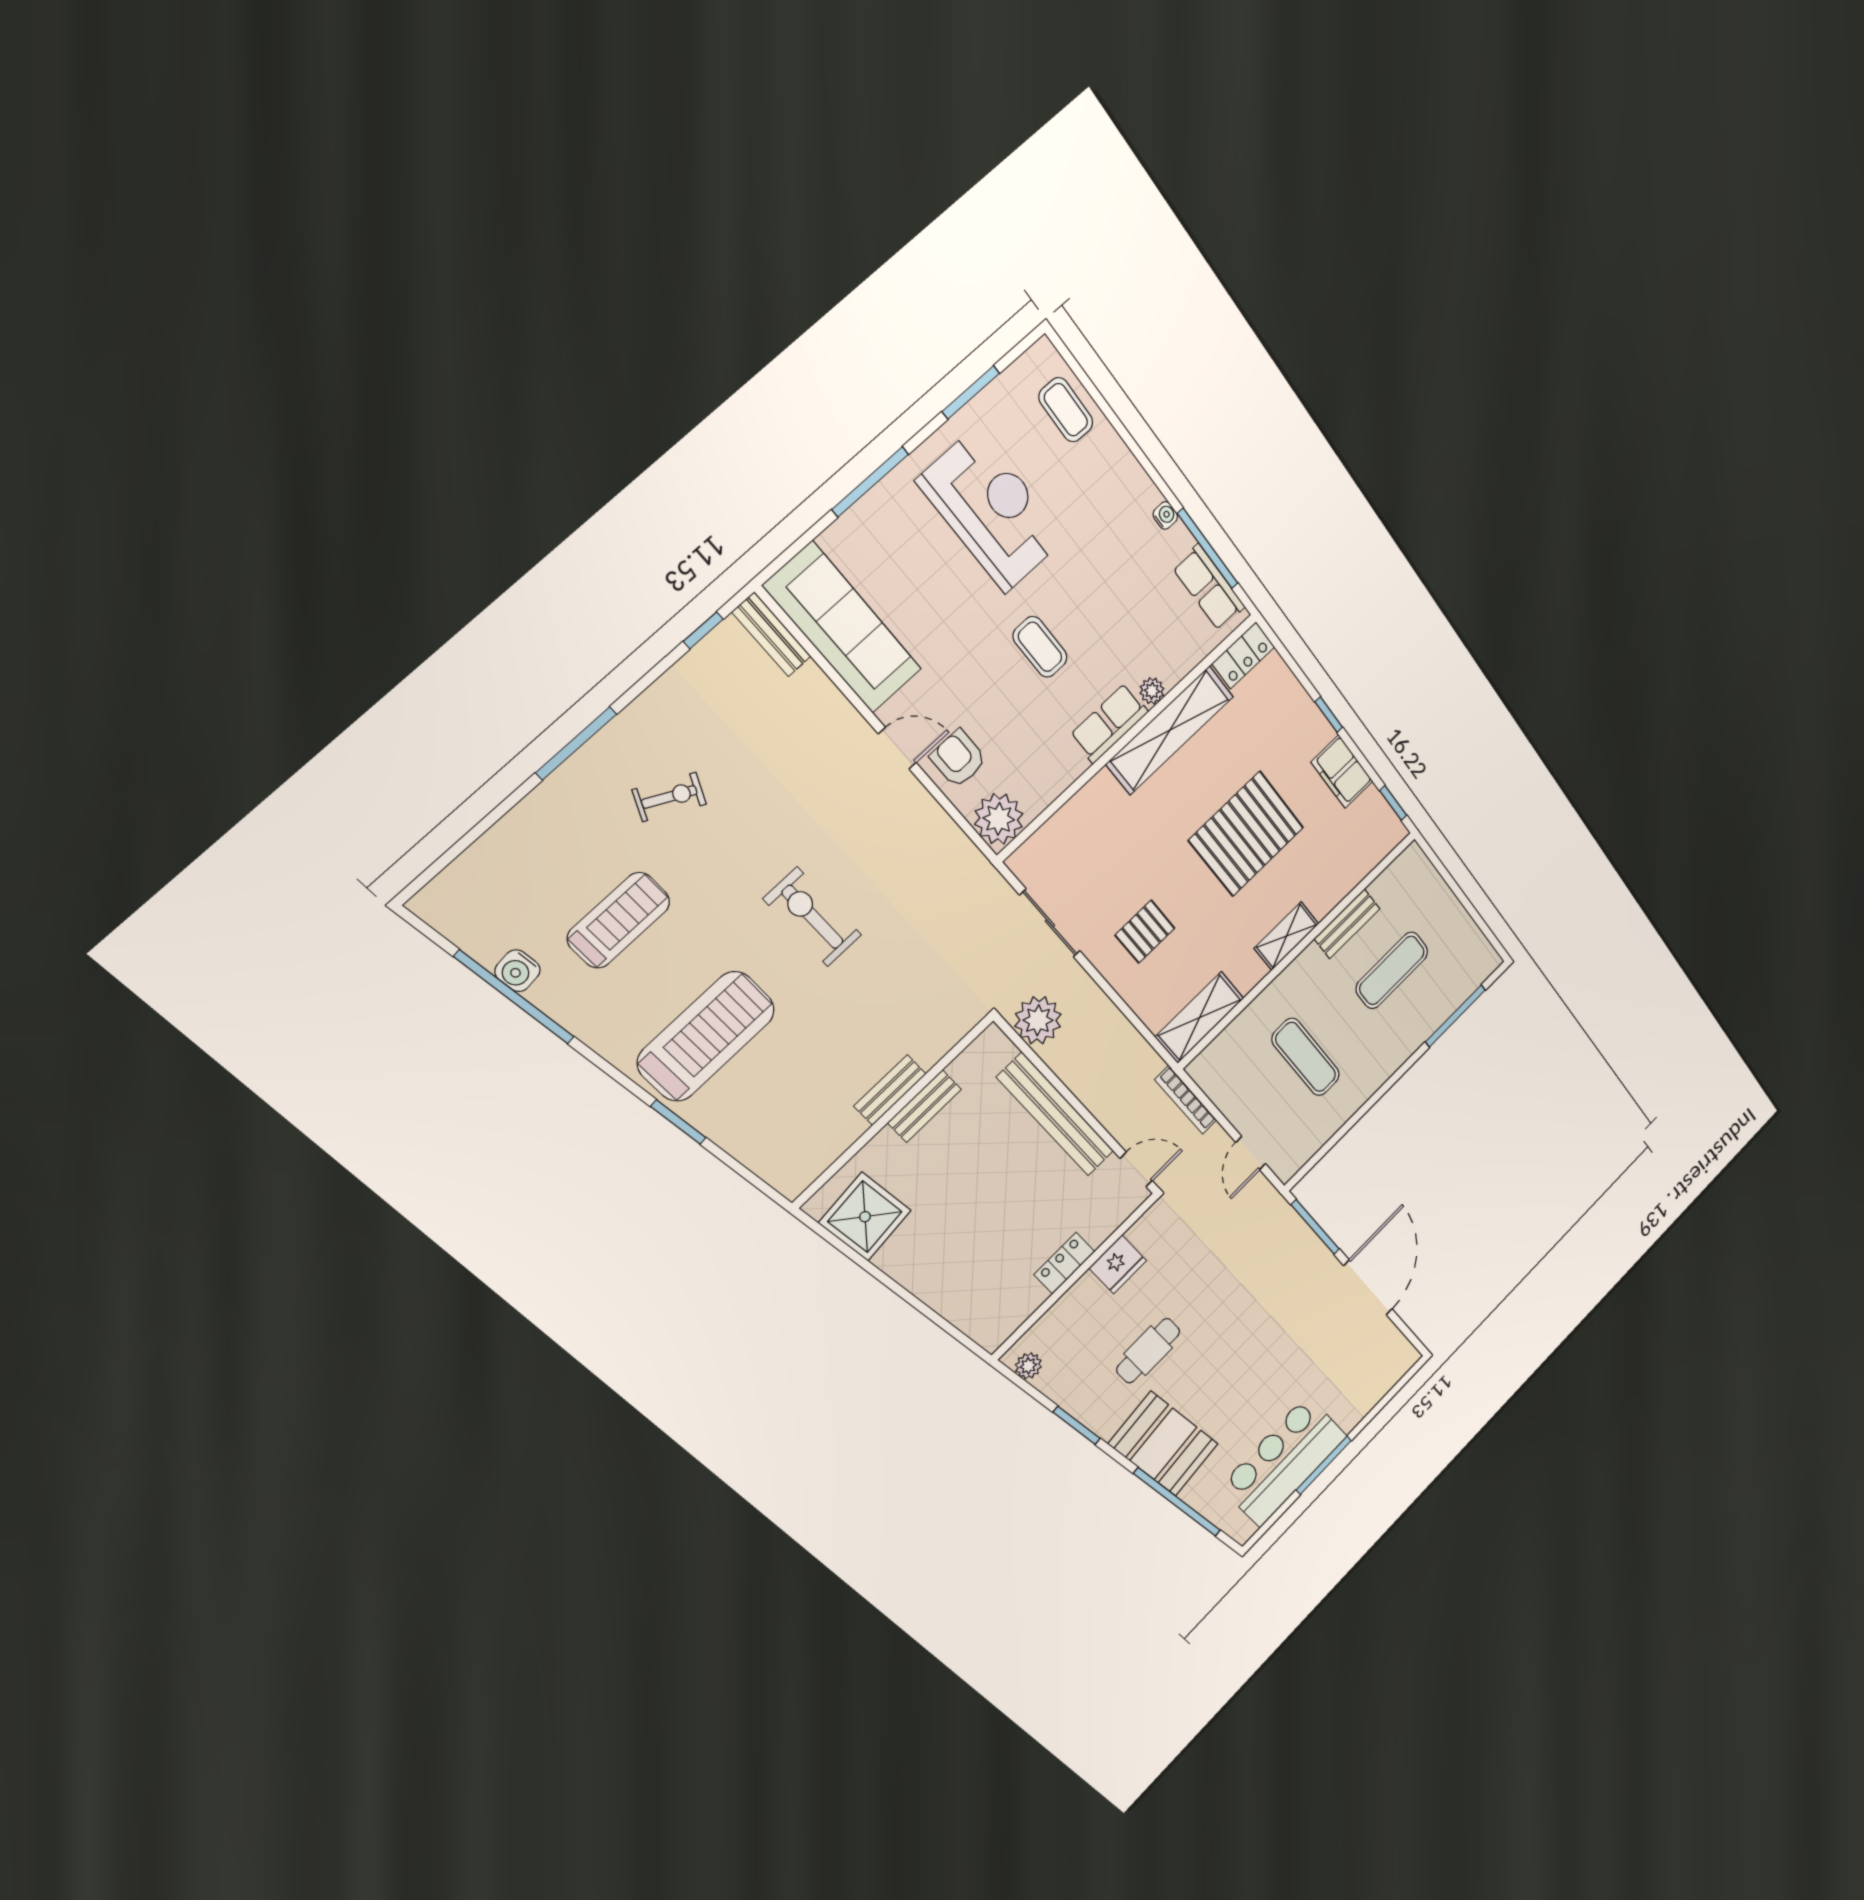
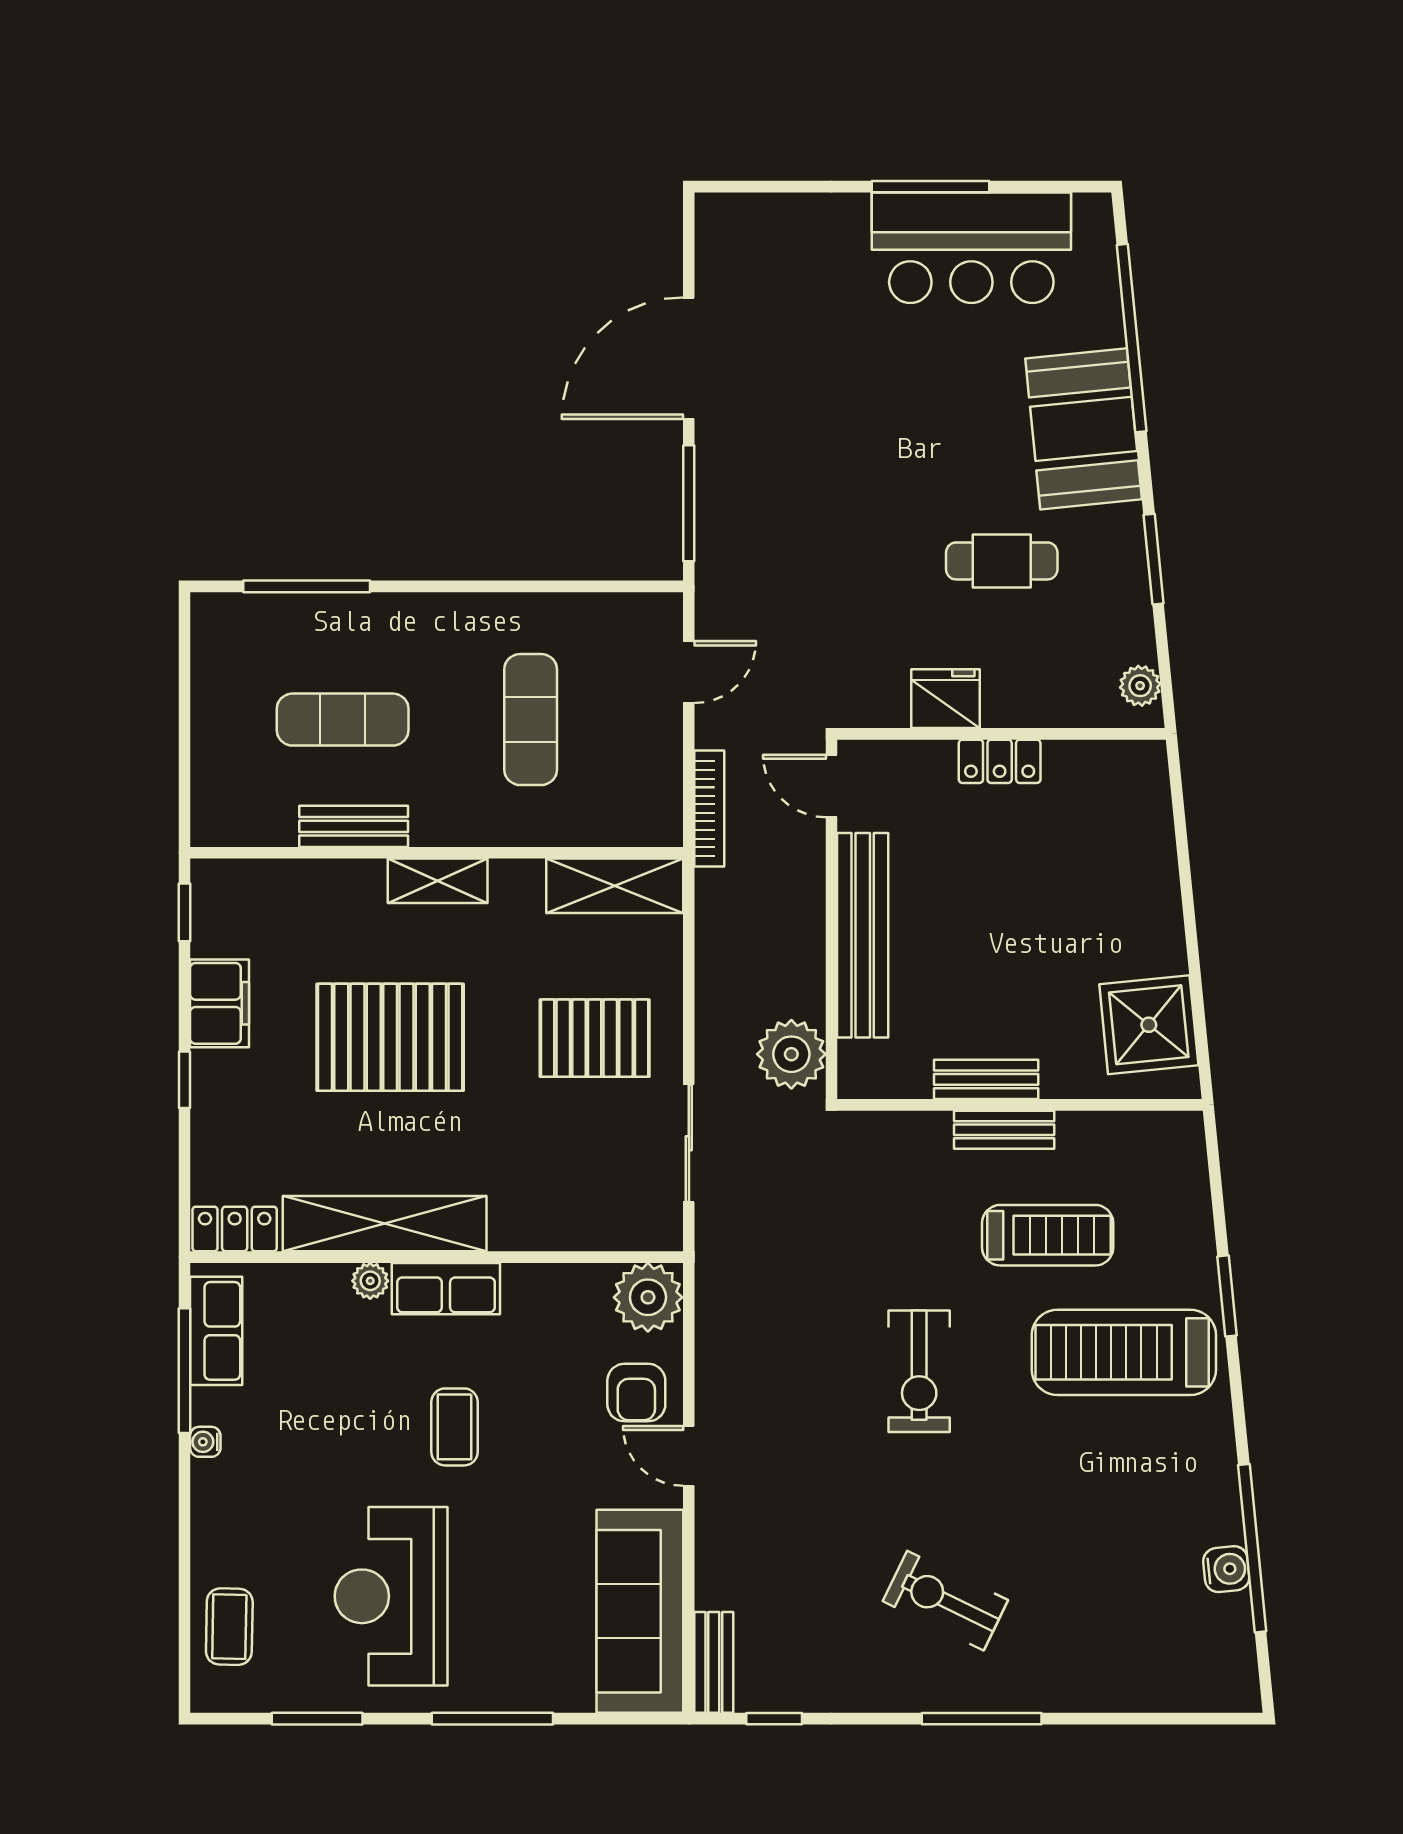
exercise bike: (669, 797) -> (945, 1601), width x1.38, depth x1.39
treadmill: (619, 920) -> (1048, 1235), moved, turned 180
pallet: (1145, 932) -> (595, 1038), width x1.50, depth x1.42

